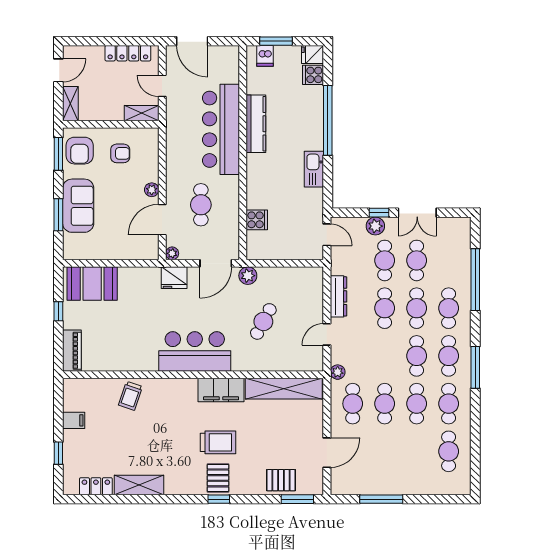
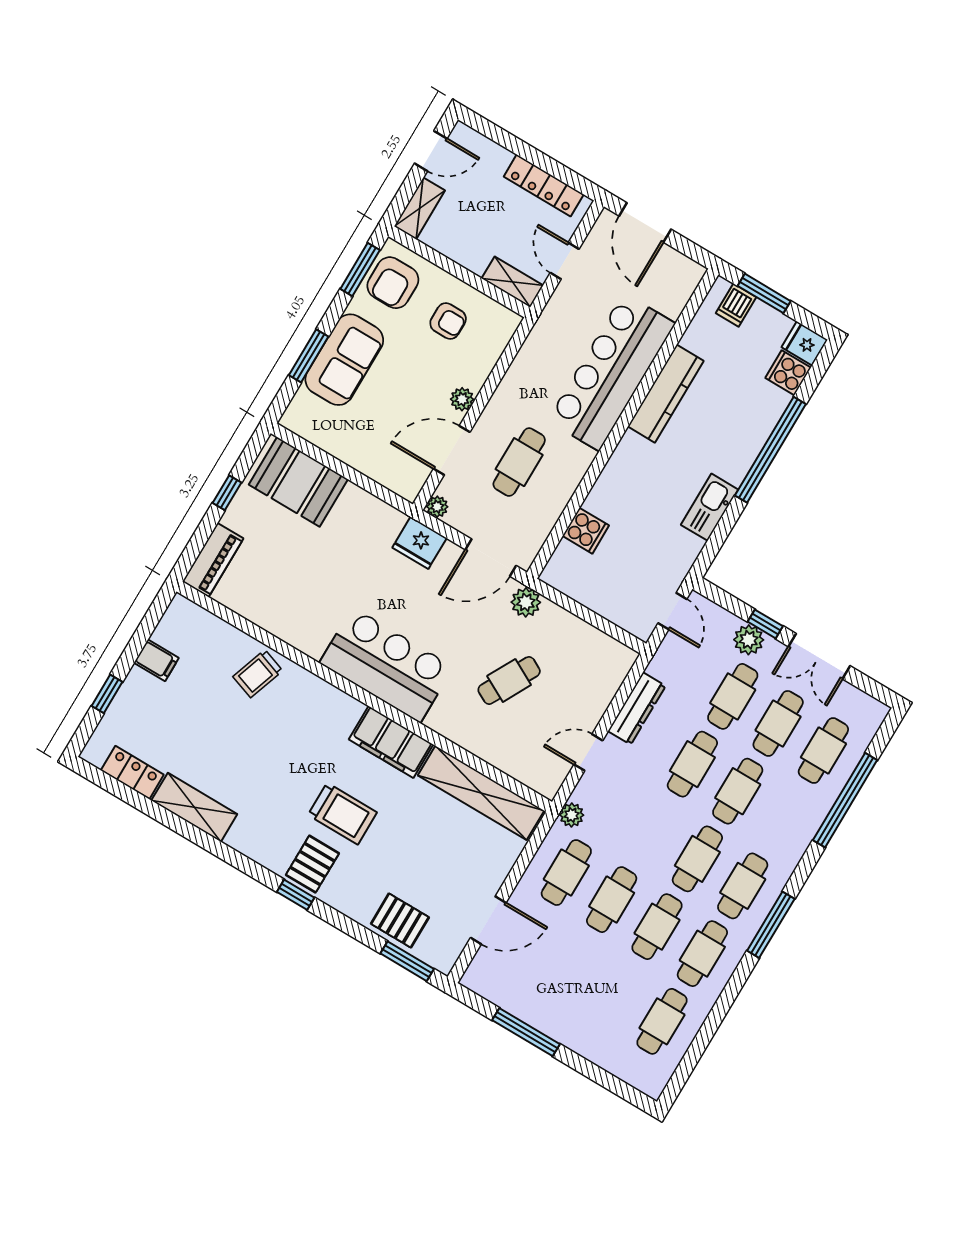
cafe table: (449, 308) -> (823, 751), moved

